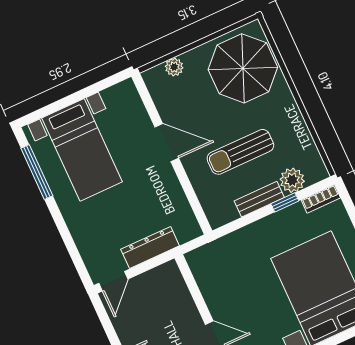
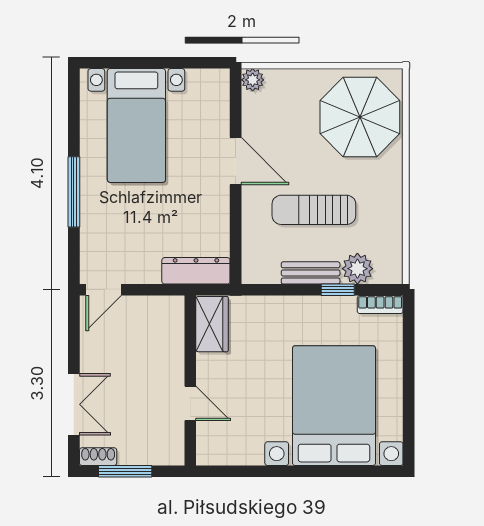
plant: (174, 67) -> (253, 80), moved
window: (37, 172) -> (74, 192), moved
dresser: (150, 247) -> (196, 271), moved
wardrobe: (204, 270) -> (212, 324), added

